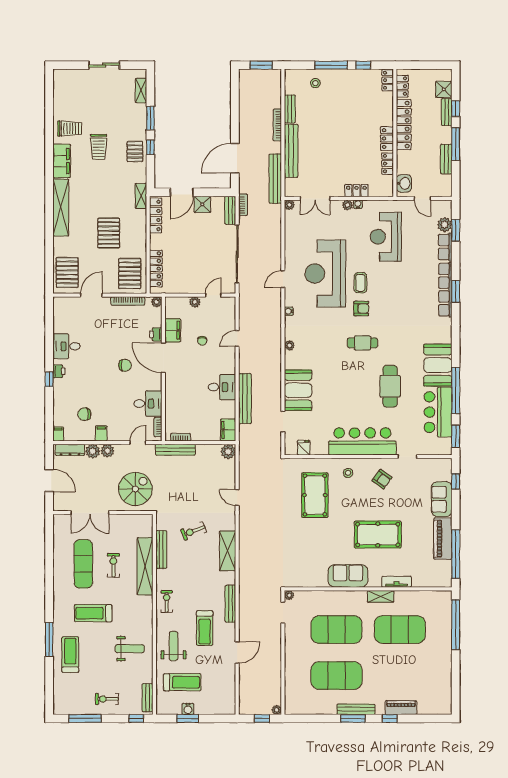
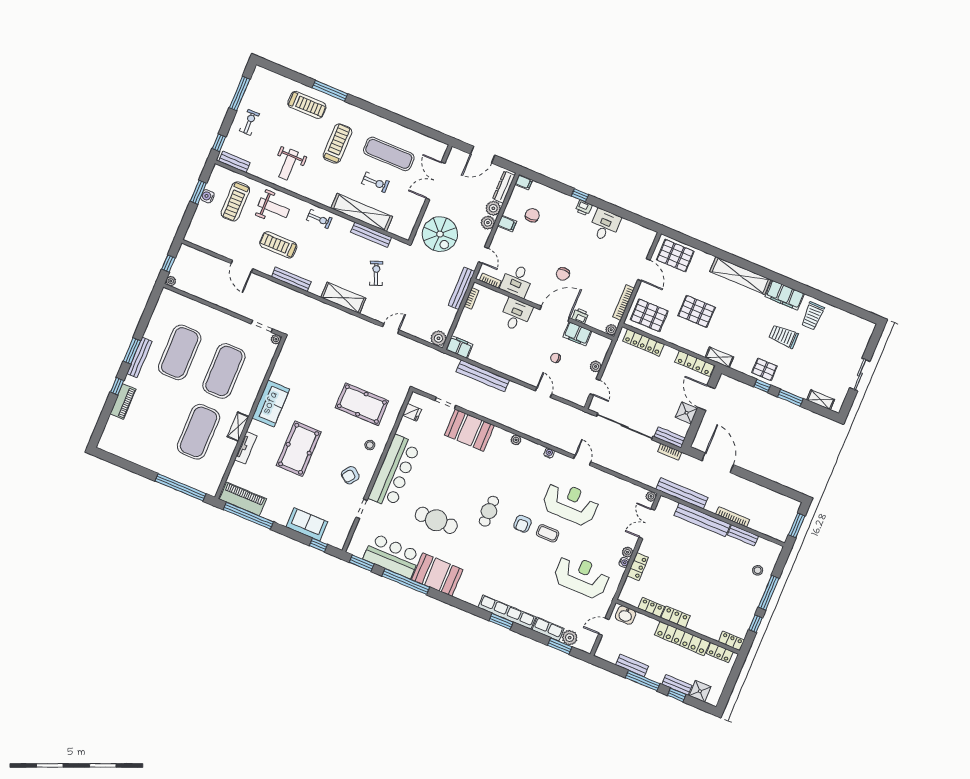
reception desk: (325, 274) -> (571, 503), width x0.74, depth x0.77
desk: (222, 387) -> (516, 315), moved, turned 180
piano: (443, 539) -> (243, 499), moved

